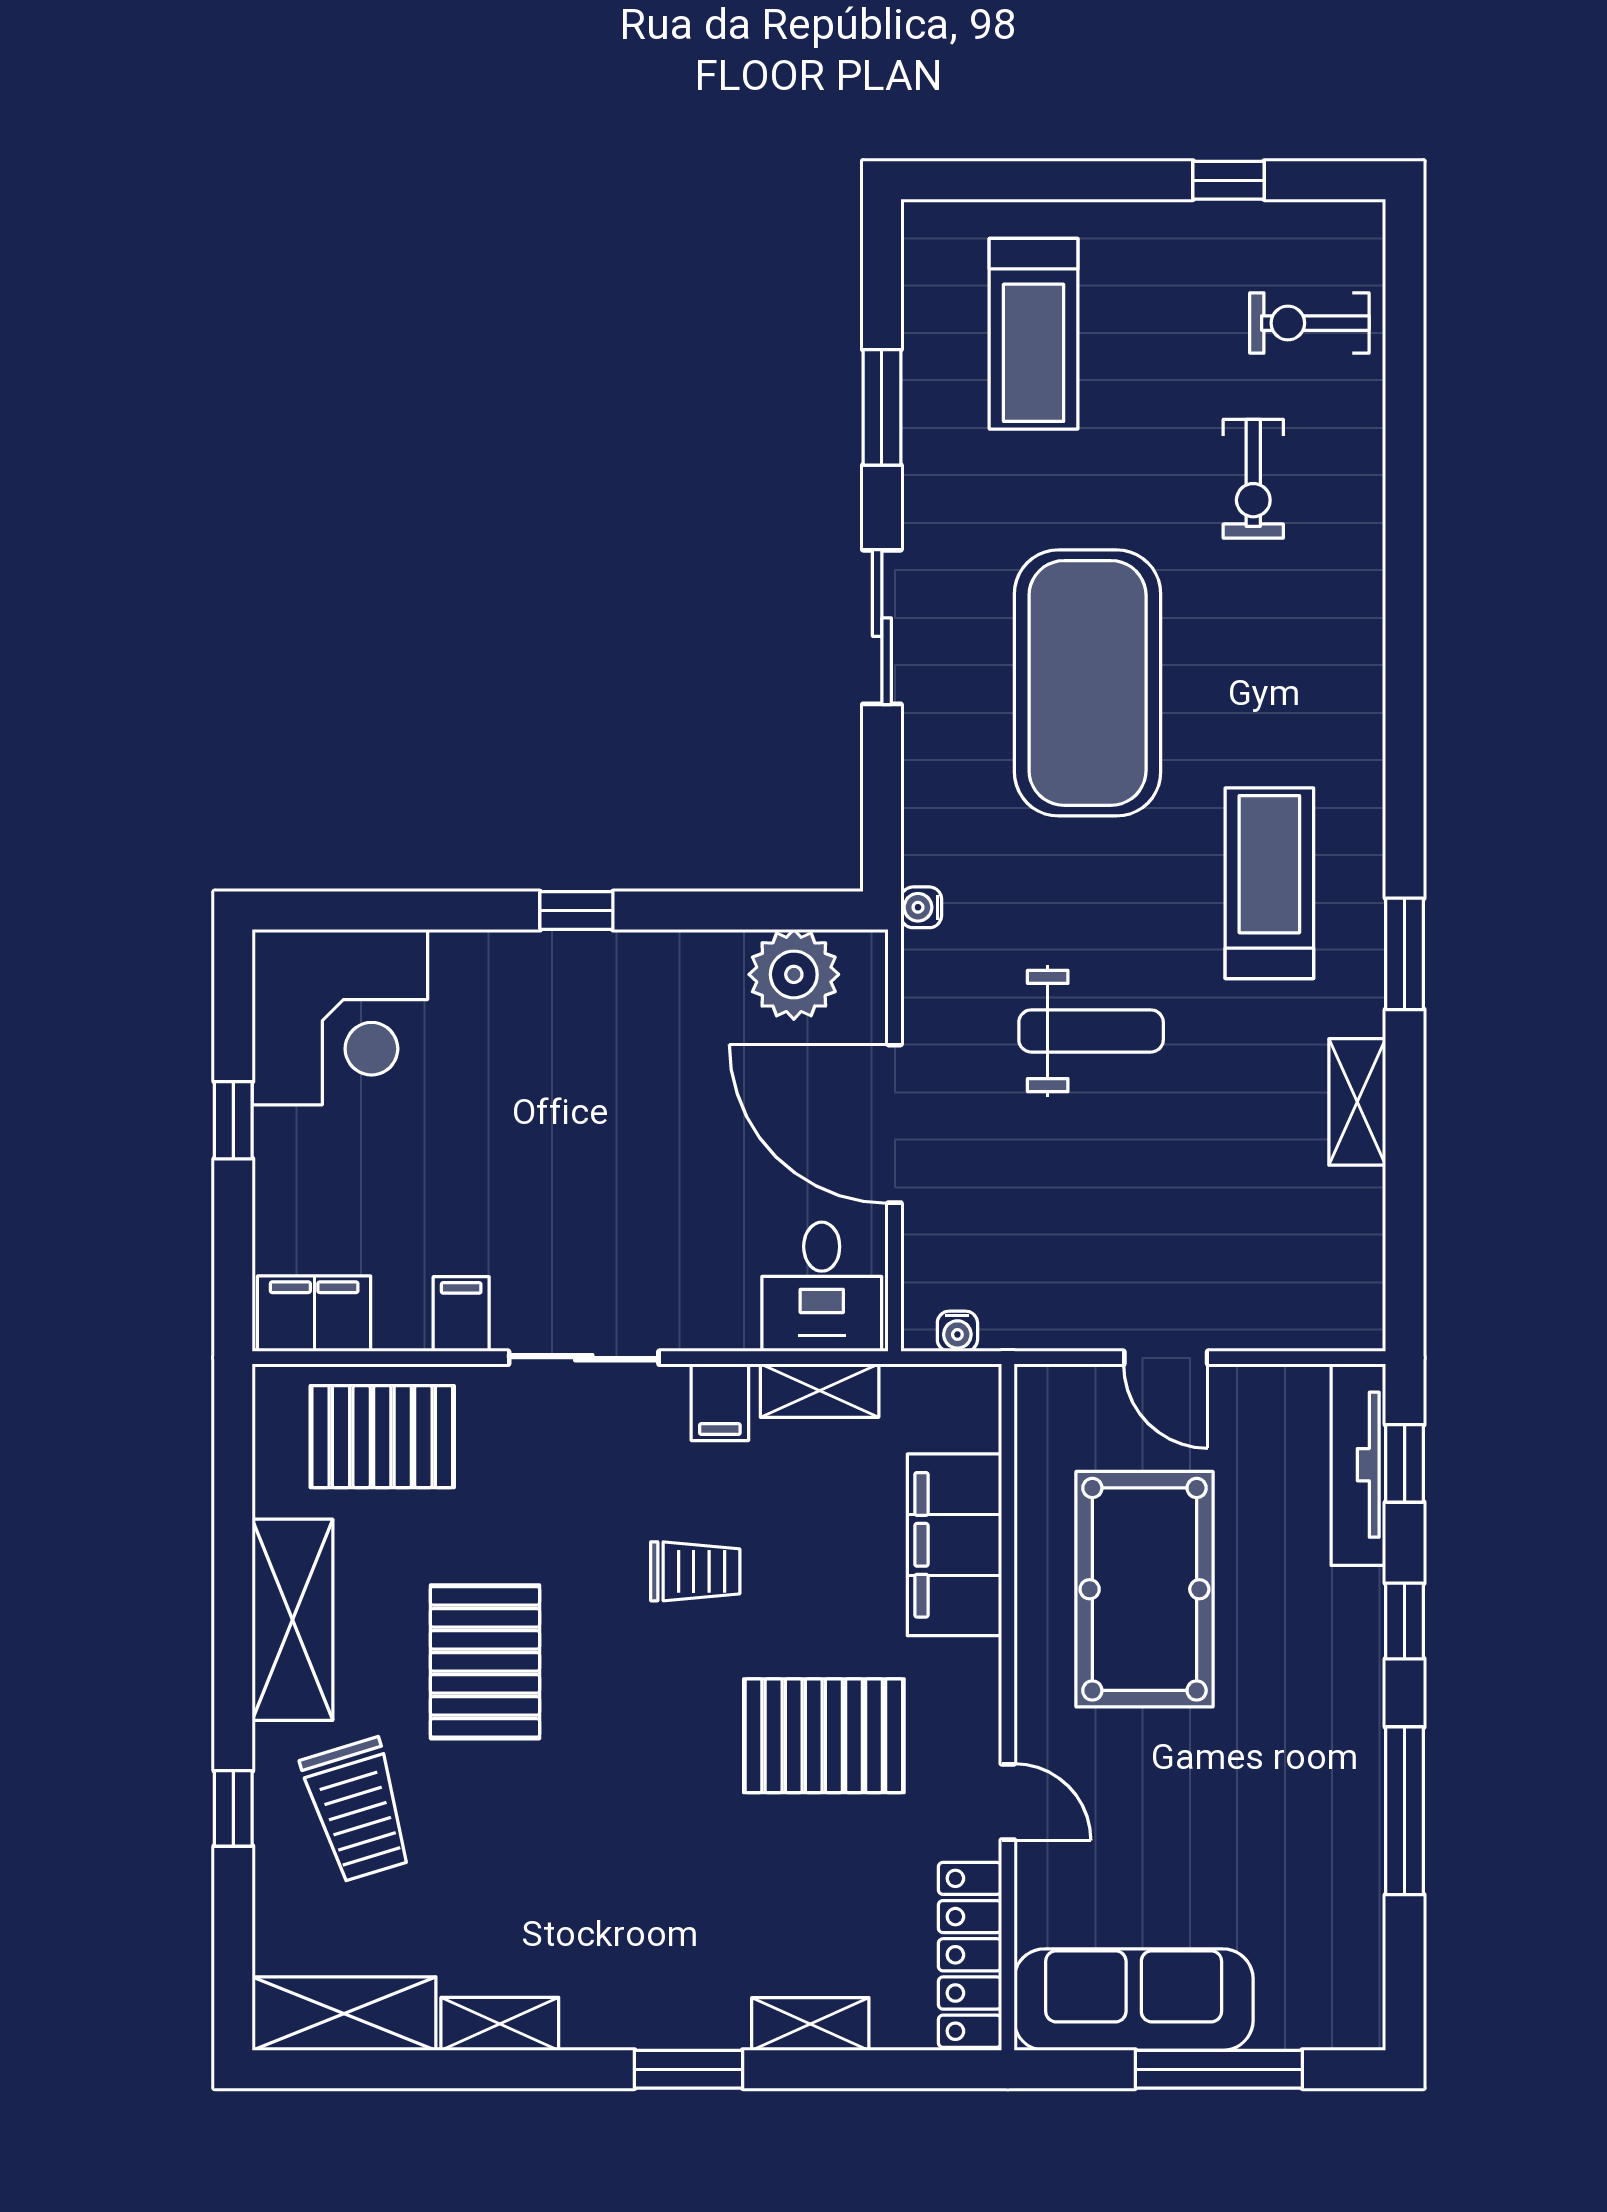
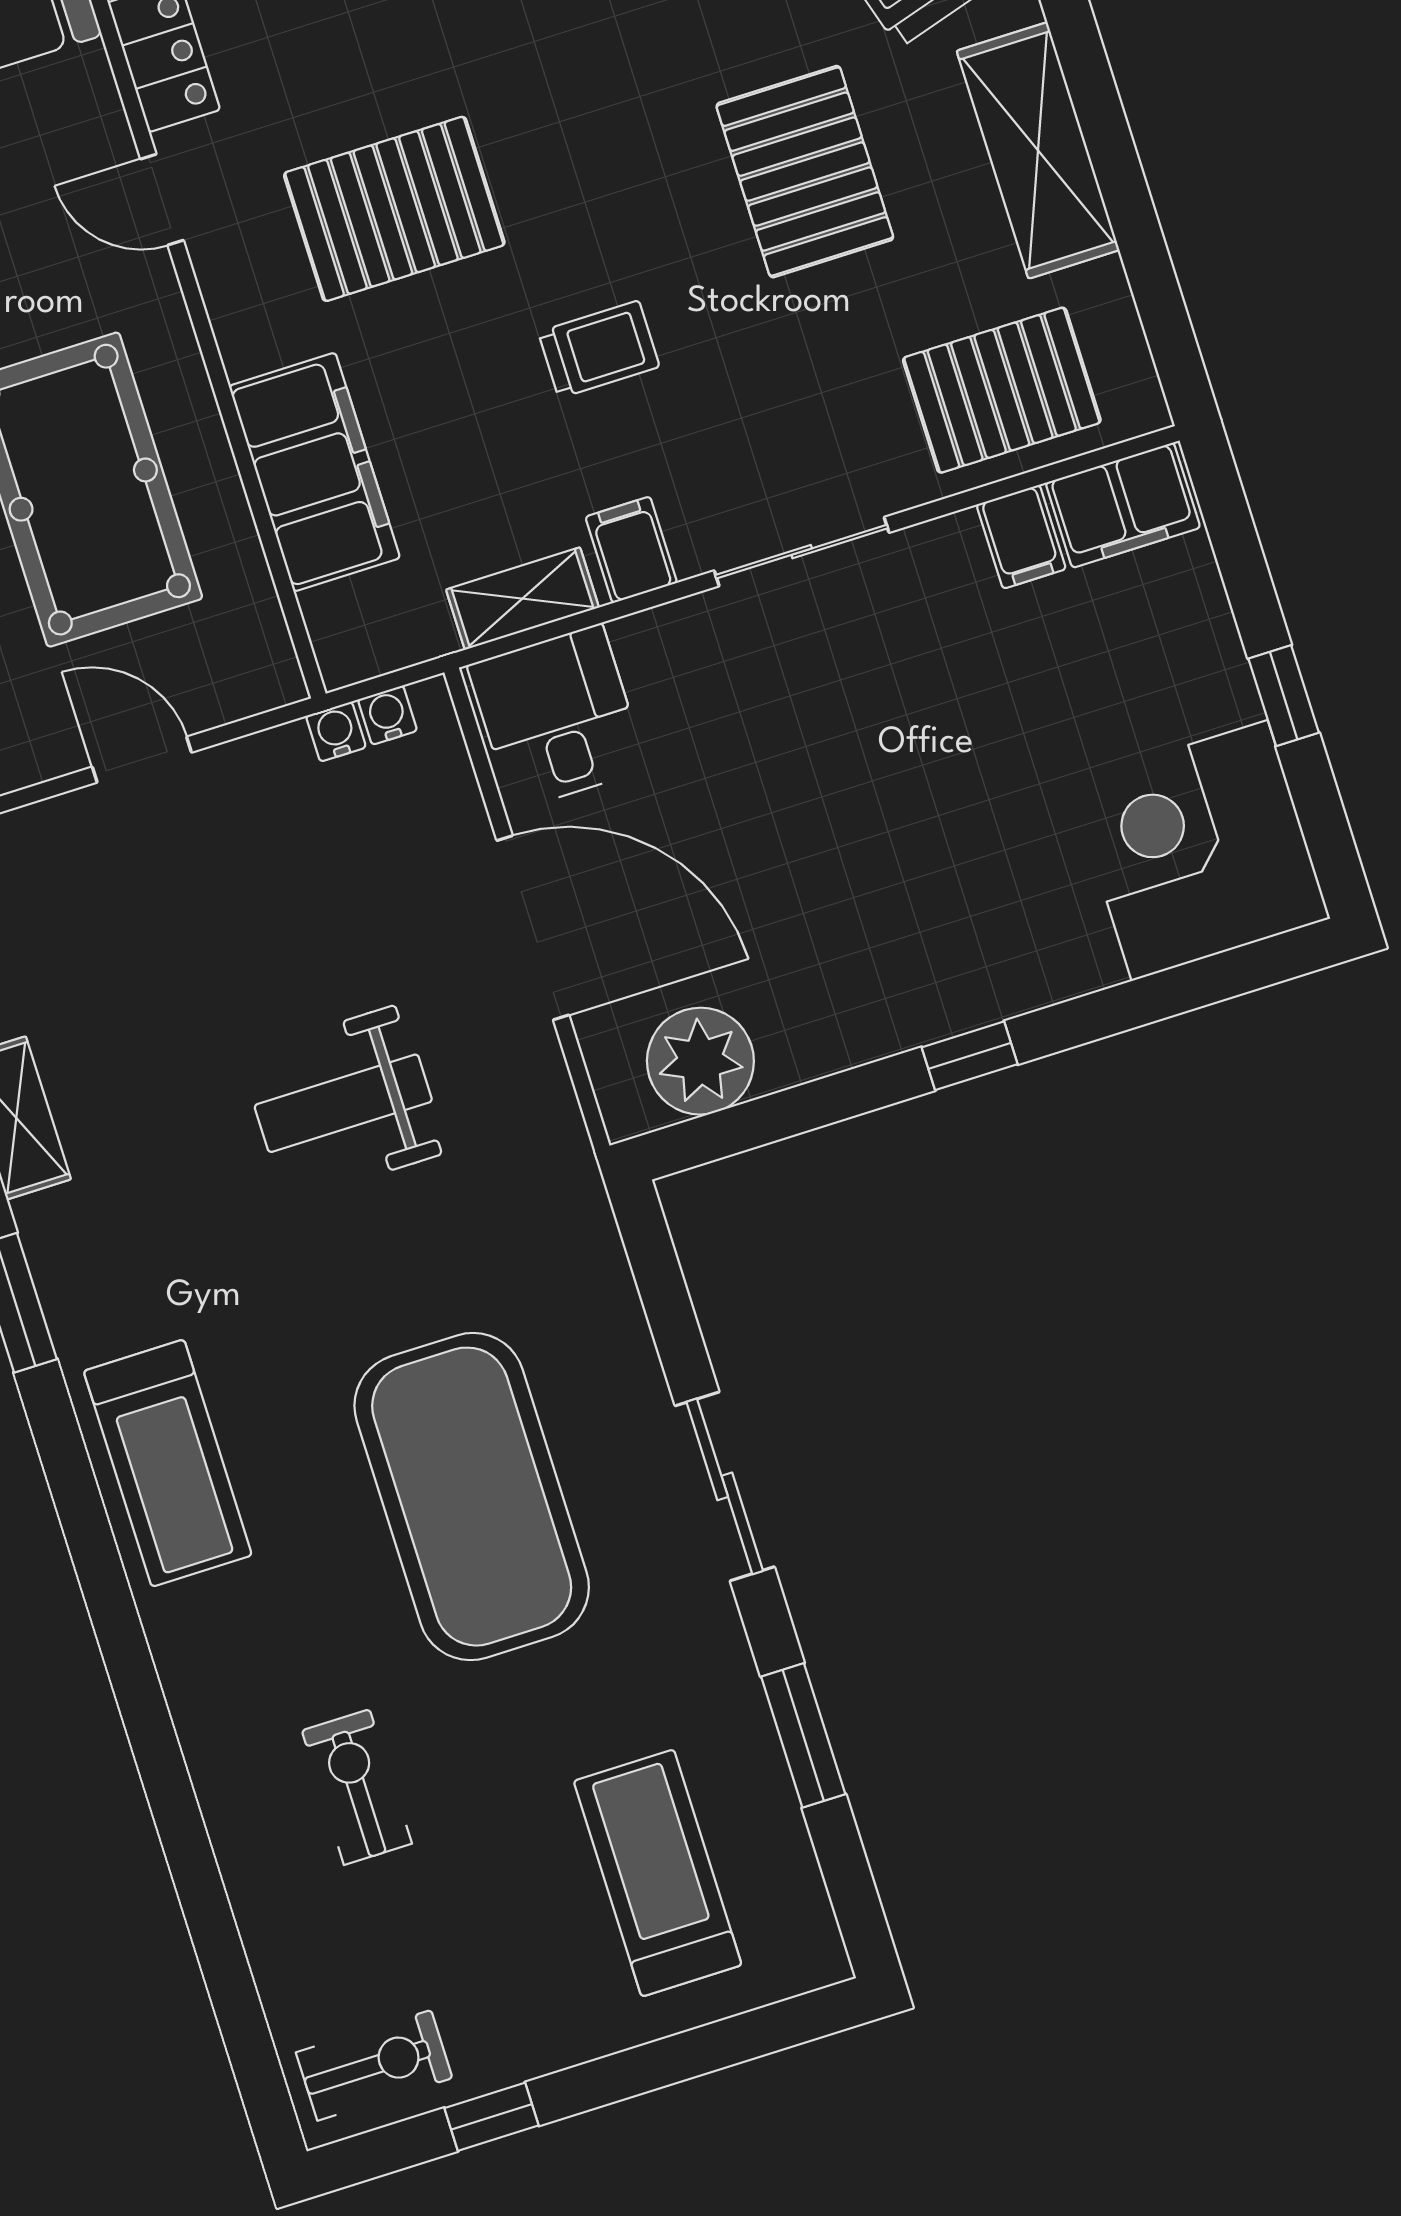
exercise bike: (1309, 323) -> (374, 2065), moved
treadmill: (1269, 883) -> (168, 1463), moved
water cooler: (921, 907) -> (336, 732), moved, turned -90
filing cabinet: (461, 1314) -> (1021, 537), moved
trolley: (695, 1571) -> (599, 349), turned 180

